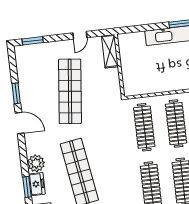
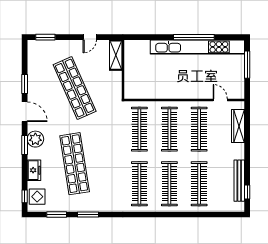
shop shelf: (70, 91) -> (75, 88), turned -30
plant: (36, 163) -> (35, 139), moved
window: (27, 187) -> (25, 145), moved

